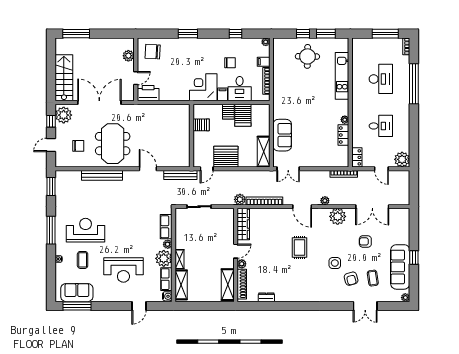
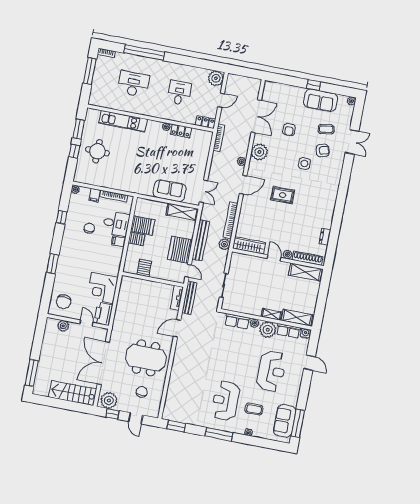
corner desk: (203, 87) -> (102, 288), moved
tv unit: (178, 163) -> (177, 298), added
bench: (102, 175) -> (201, 240), moved
sofa: (400, 267) -> (320, 100), width x0.73

